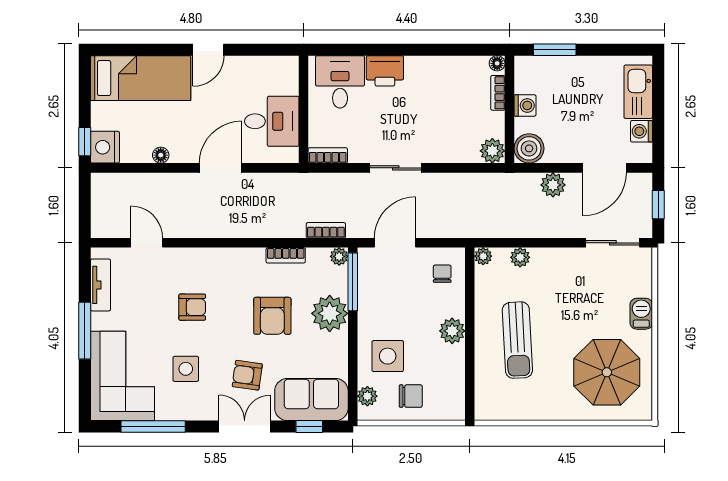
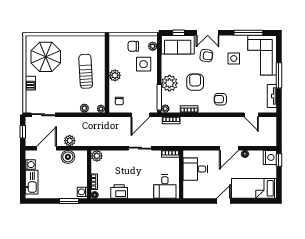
printer: (385, 71) -> (119, 192), moved
washing machine: (525, 105) -> (82, 192), moved
boiler: (529, 148) -> (68, 157), moved
door: (221, 168) -> (229, 148), moved
armchair: (192, 307) -> (220, 99), moved

